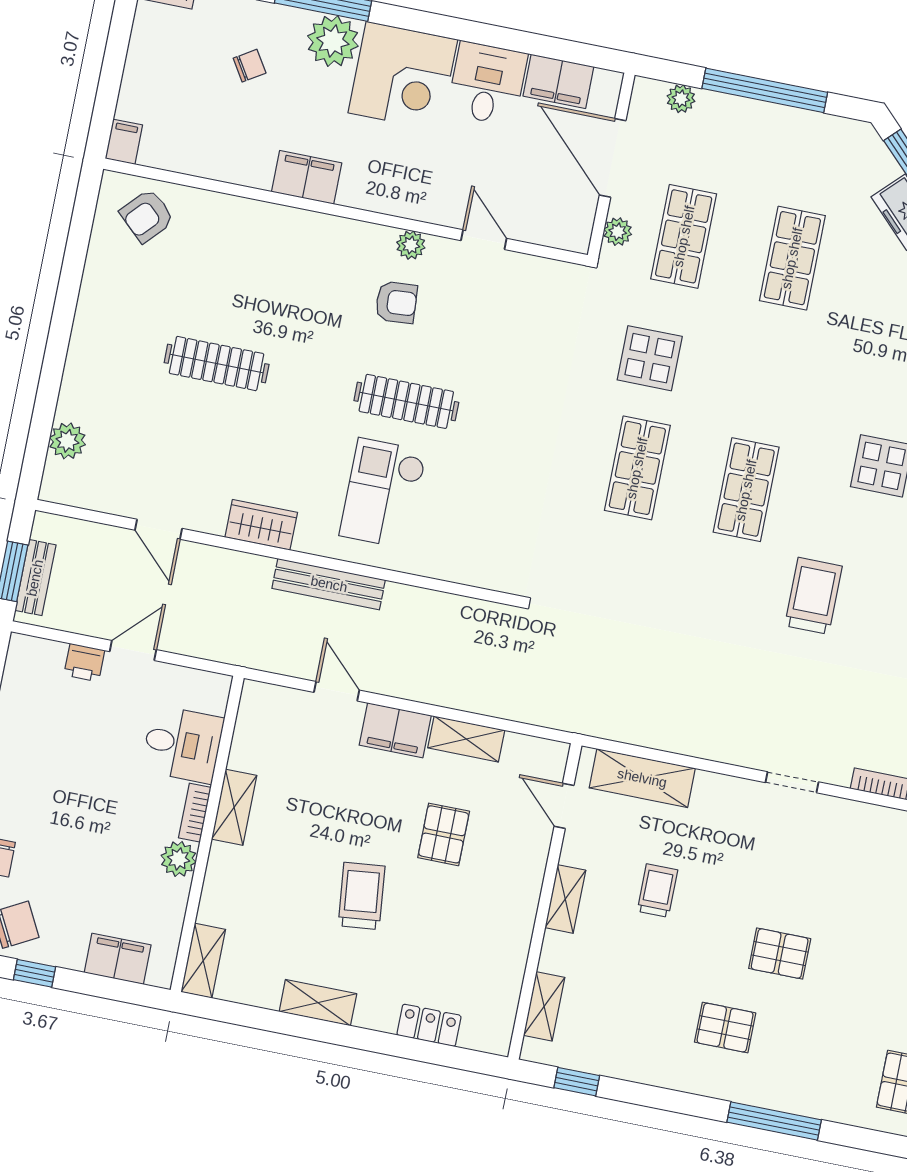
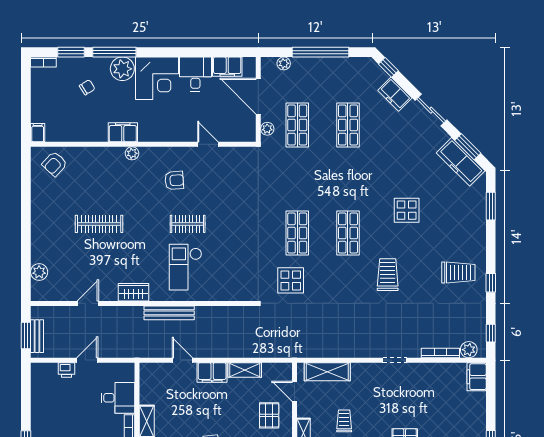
plant: (411, 245) -> (132, 153), moved
display table: (650, 358) -> (291, 280), moved
clothes rail: (406, 401) -> (188, 224), width x0.73
door: (159, 529) -> (88, 303), swing flipped
pallet: (444, 834) -> (269, 415), moved

